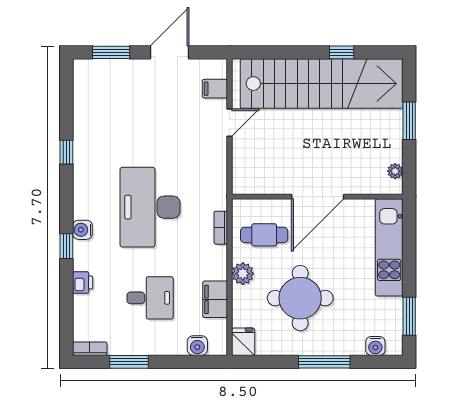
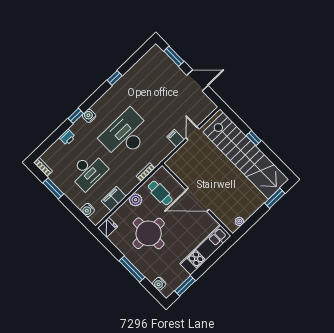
window: (342, 52) -> (254, 138), moved
filing cabinet: (215, 89) -> (176, 138), moved
window: (409, 121) -> (275, 198), moved
door: (229, 123) -> (193, 133), swing flipped
desk: (150, 298) -> (88, 171), width x1.37

